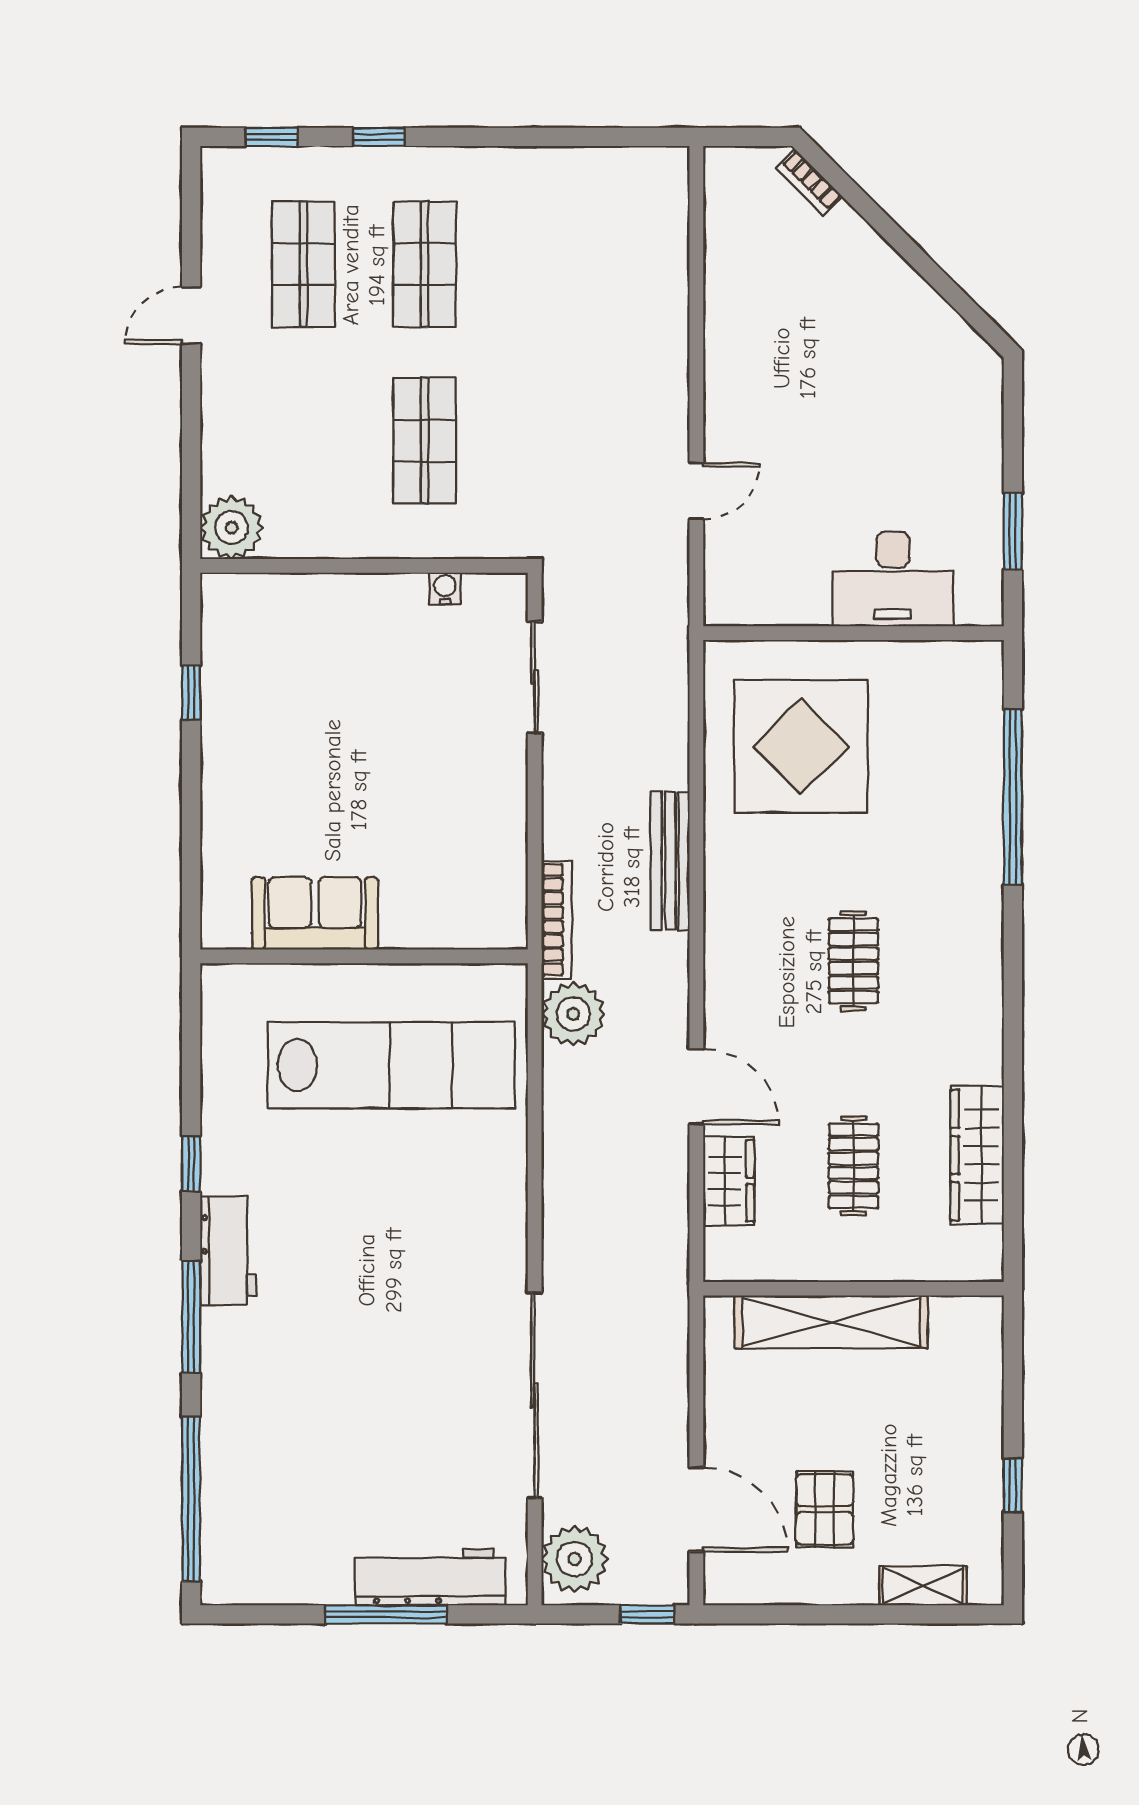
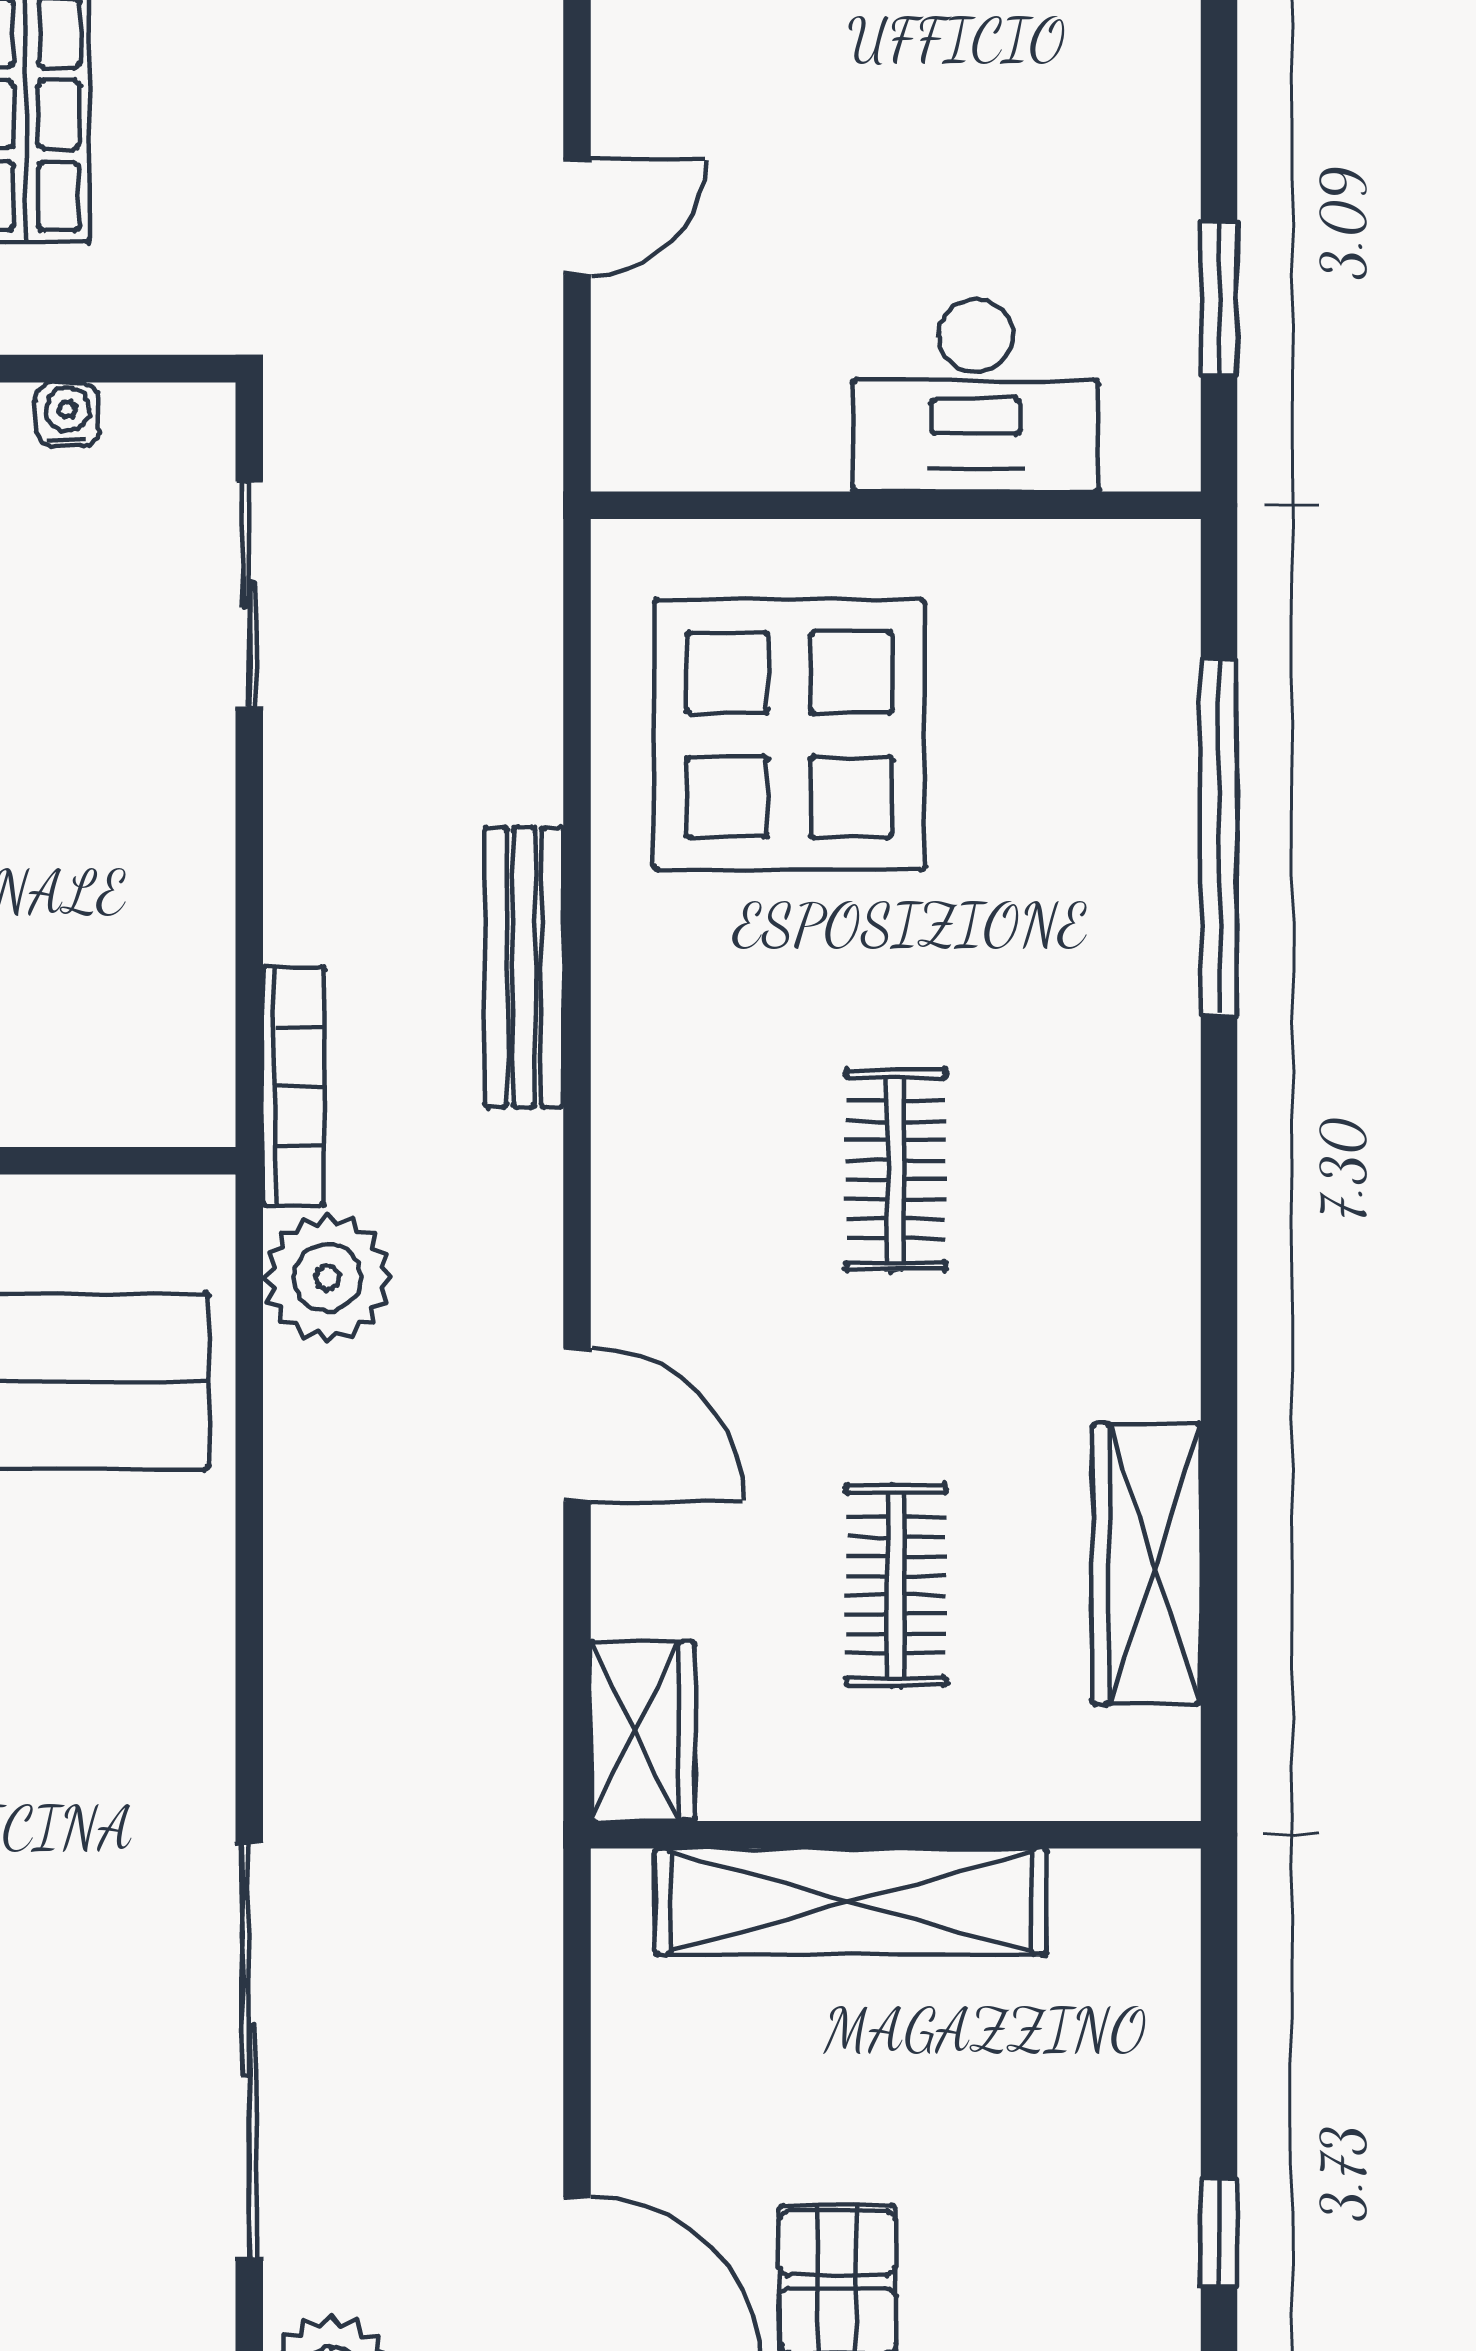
wardrobe: (729, 1181) -> (643, 1731), moved

